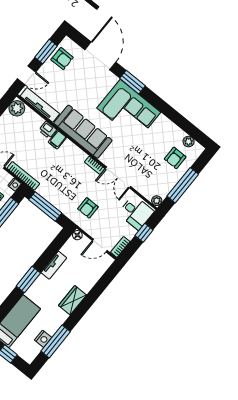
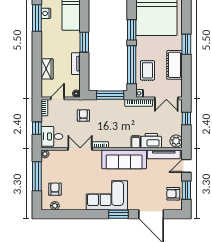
printer: (48, 130) -> (151, 141), width x1.87, depth x1.48
wardrobe: (73, 300) -> (47, 69), moved

